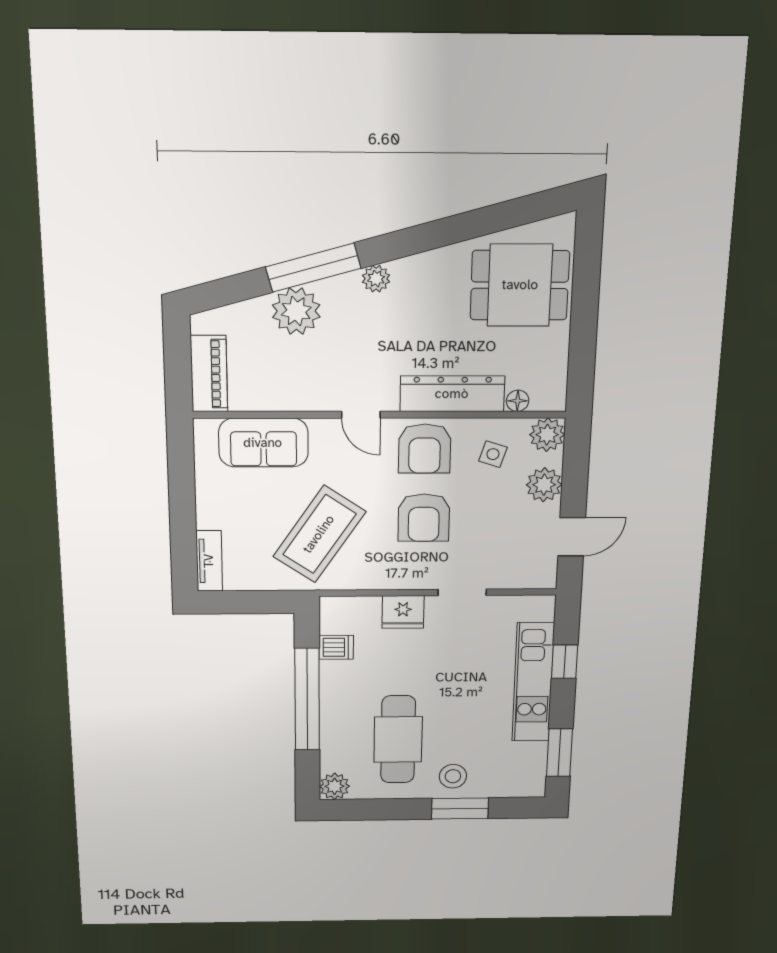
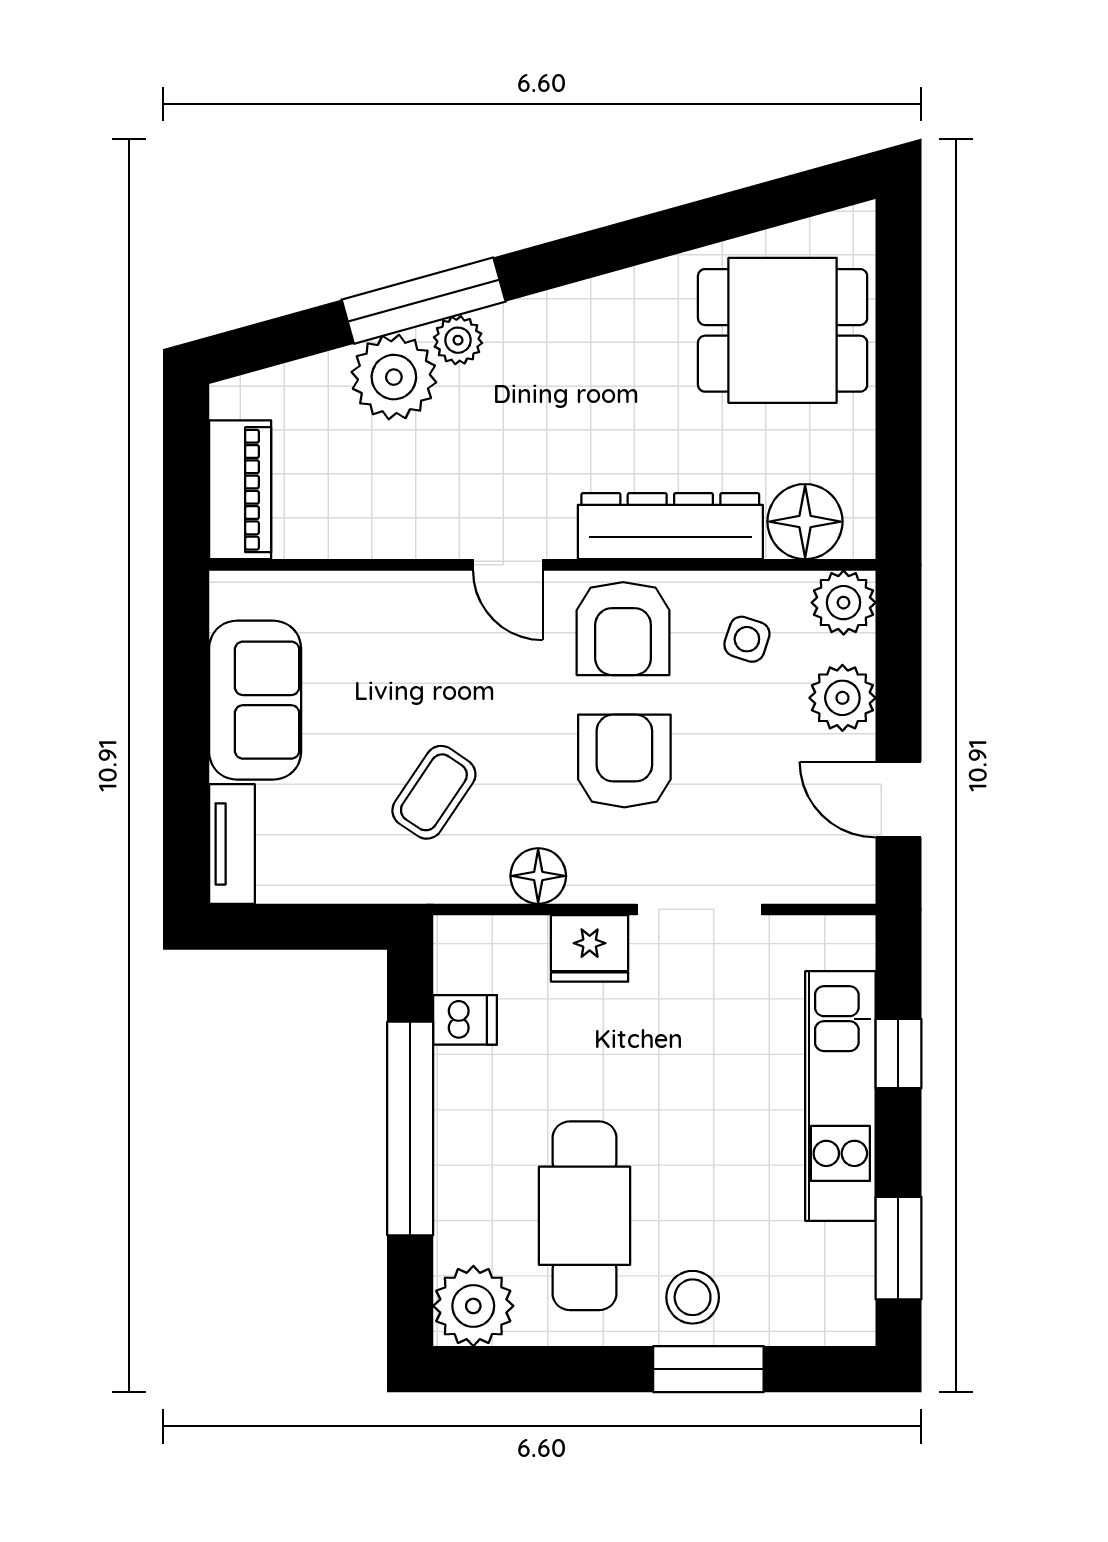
plant: (376, 279) -> (458, 340), moved
floor lamp: (518, 401) -> (805, 522), width x1.89, depth x1.89
sofa: (263, 443) -> (255, 700), moved, turned -90
armchair: (424, 518) -> (624, 761), turned 180
coffee table: (319, 534) -> (434, 792), width x0.54, depth x0.58
door: (572, 537) -> (898, 800), swing flipped
floor lamp: (376, 576) -> (538, 876), added
doorway: (462, 592) -> (699, 909), width x1.38
plant: (335, 786) -> (473, 1306), width x1.36, depth x1.36

